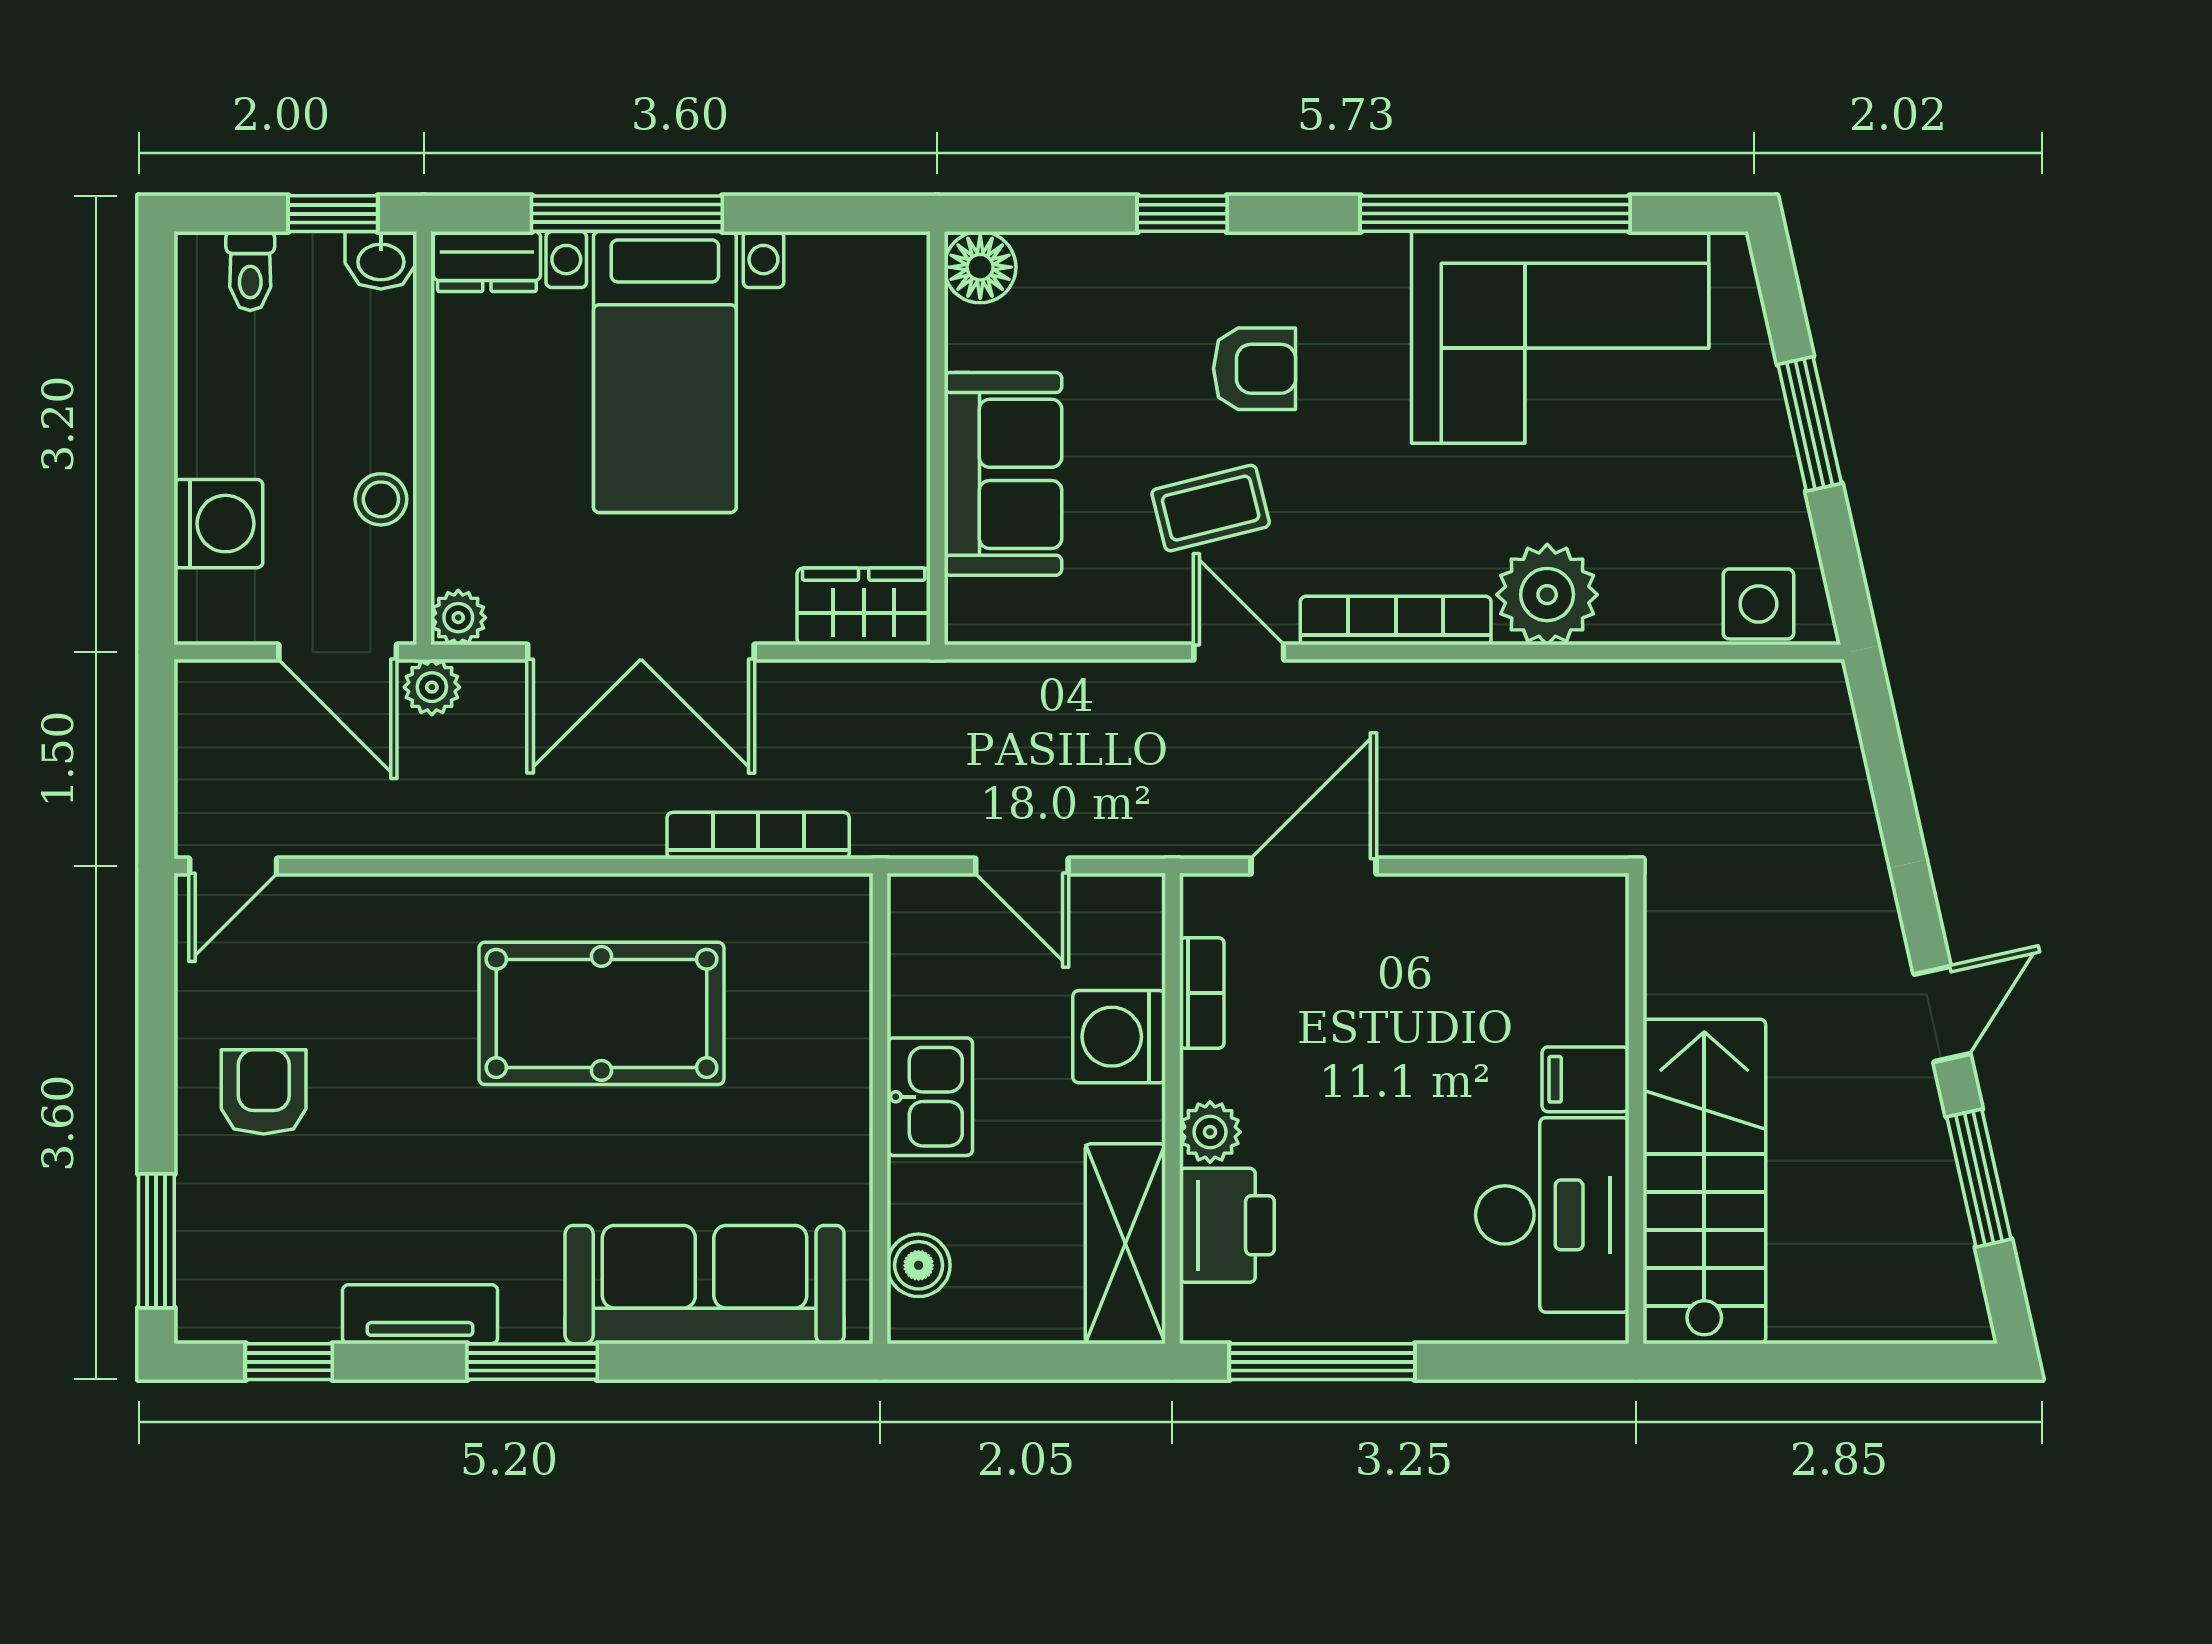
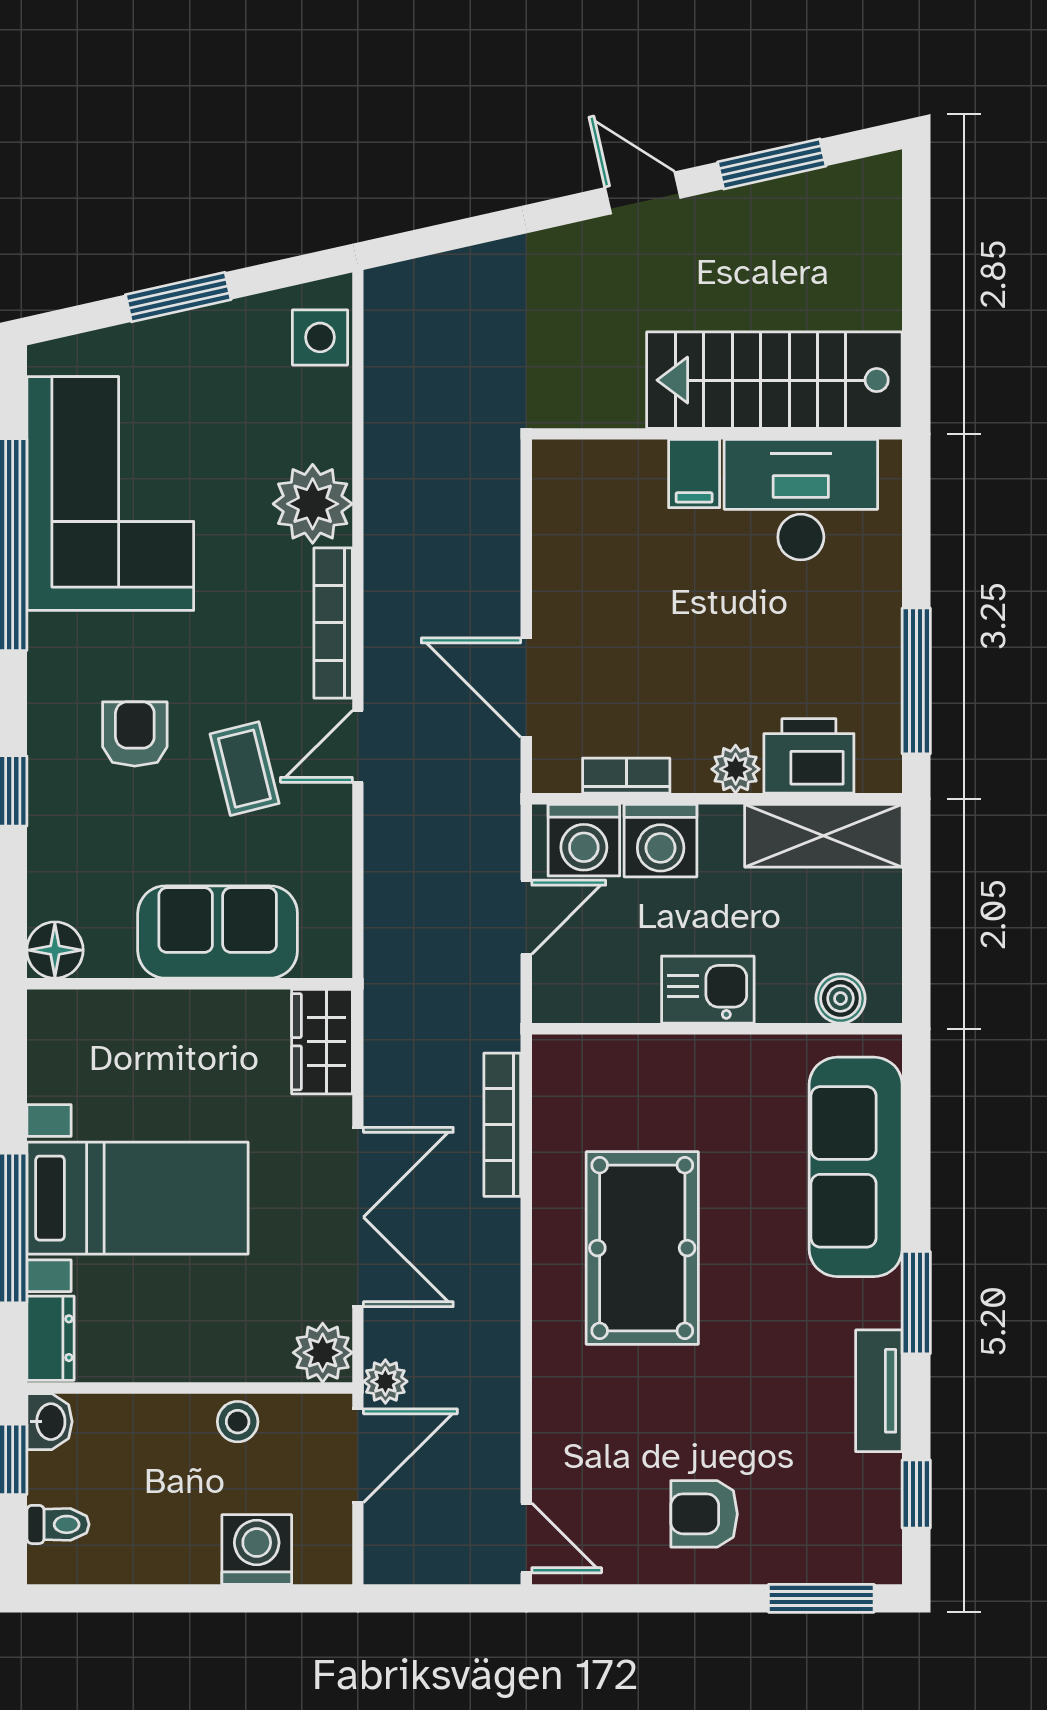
plant: (458, 618) -> (323, 1353), width x1.38, depth x1.38
washing machine: (1120, 939) -> (584, 840), added

